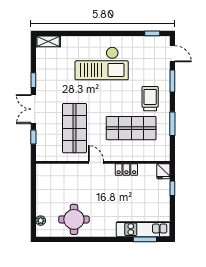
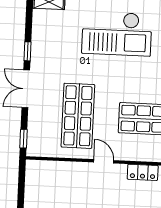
window: (33, 137) -> (24, 139), moved

